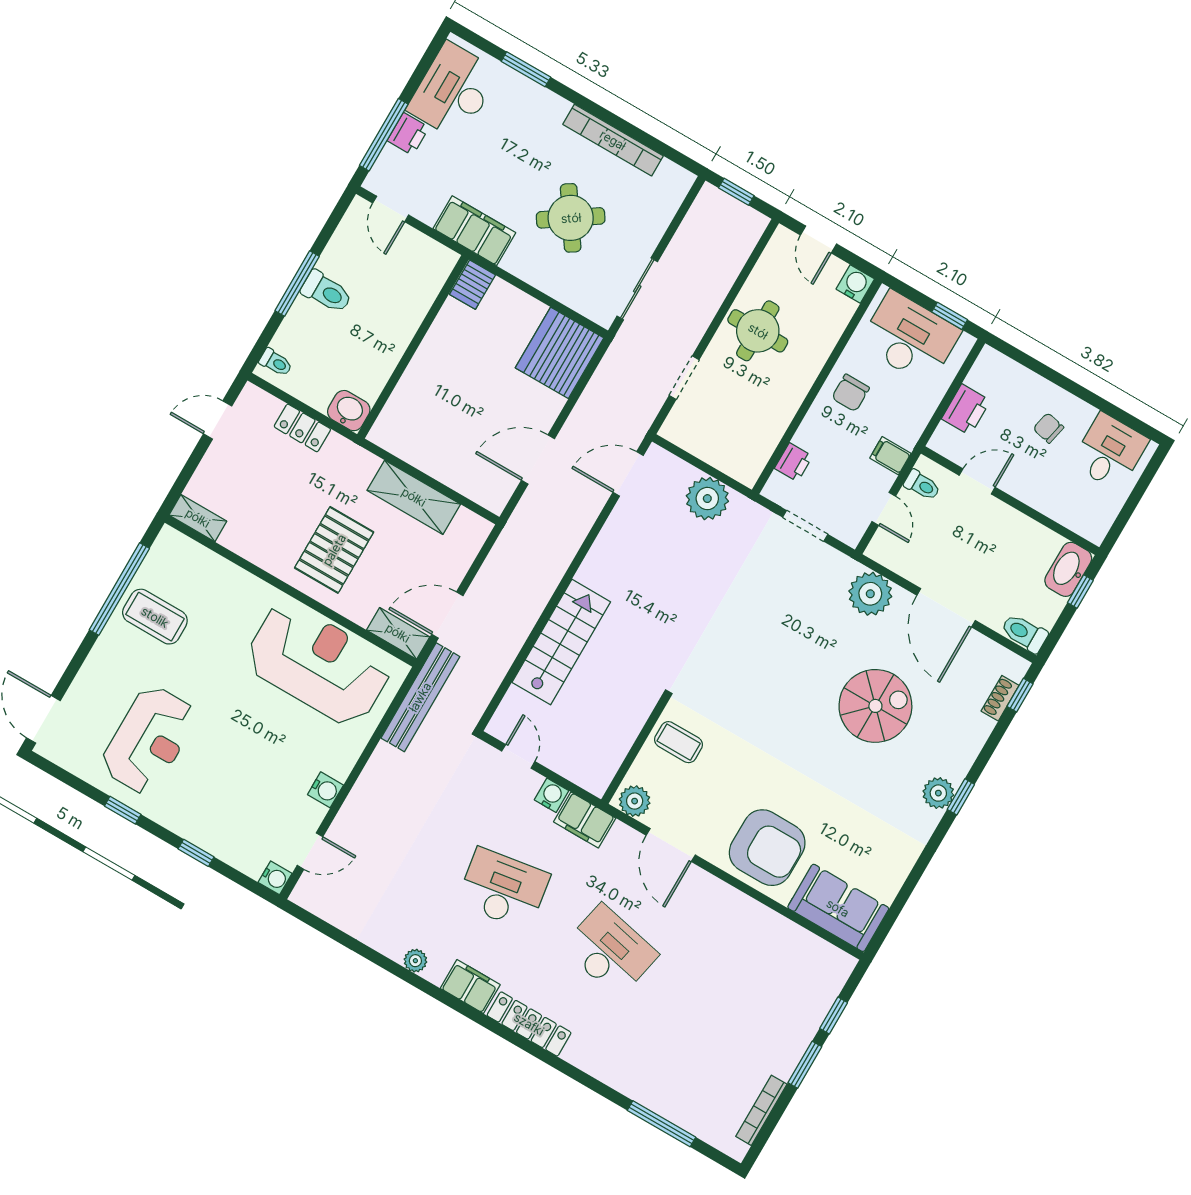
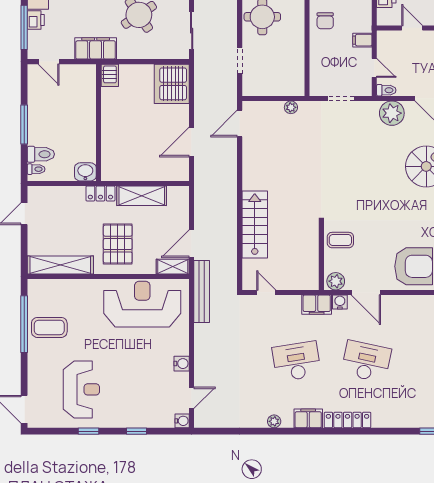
toilet: (326, 292) -> (41, 154), moved
locker: (302, 428) -> (100, 194), moved
printer: (794, 462) -> (317, 71), removed
door: (977, 481) -> (412, 28), hinge flipped
toilet: (922, 485) -> (386, 90), moved
plant: (707, 499) -> (291, 107), width x0.53, depth x0.53
shelving: (198, 518) -> (60, 265), width x2.20, depth x1.33
water cooler: (552, 795) -> (340, 302), moved

